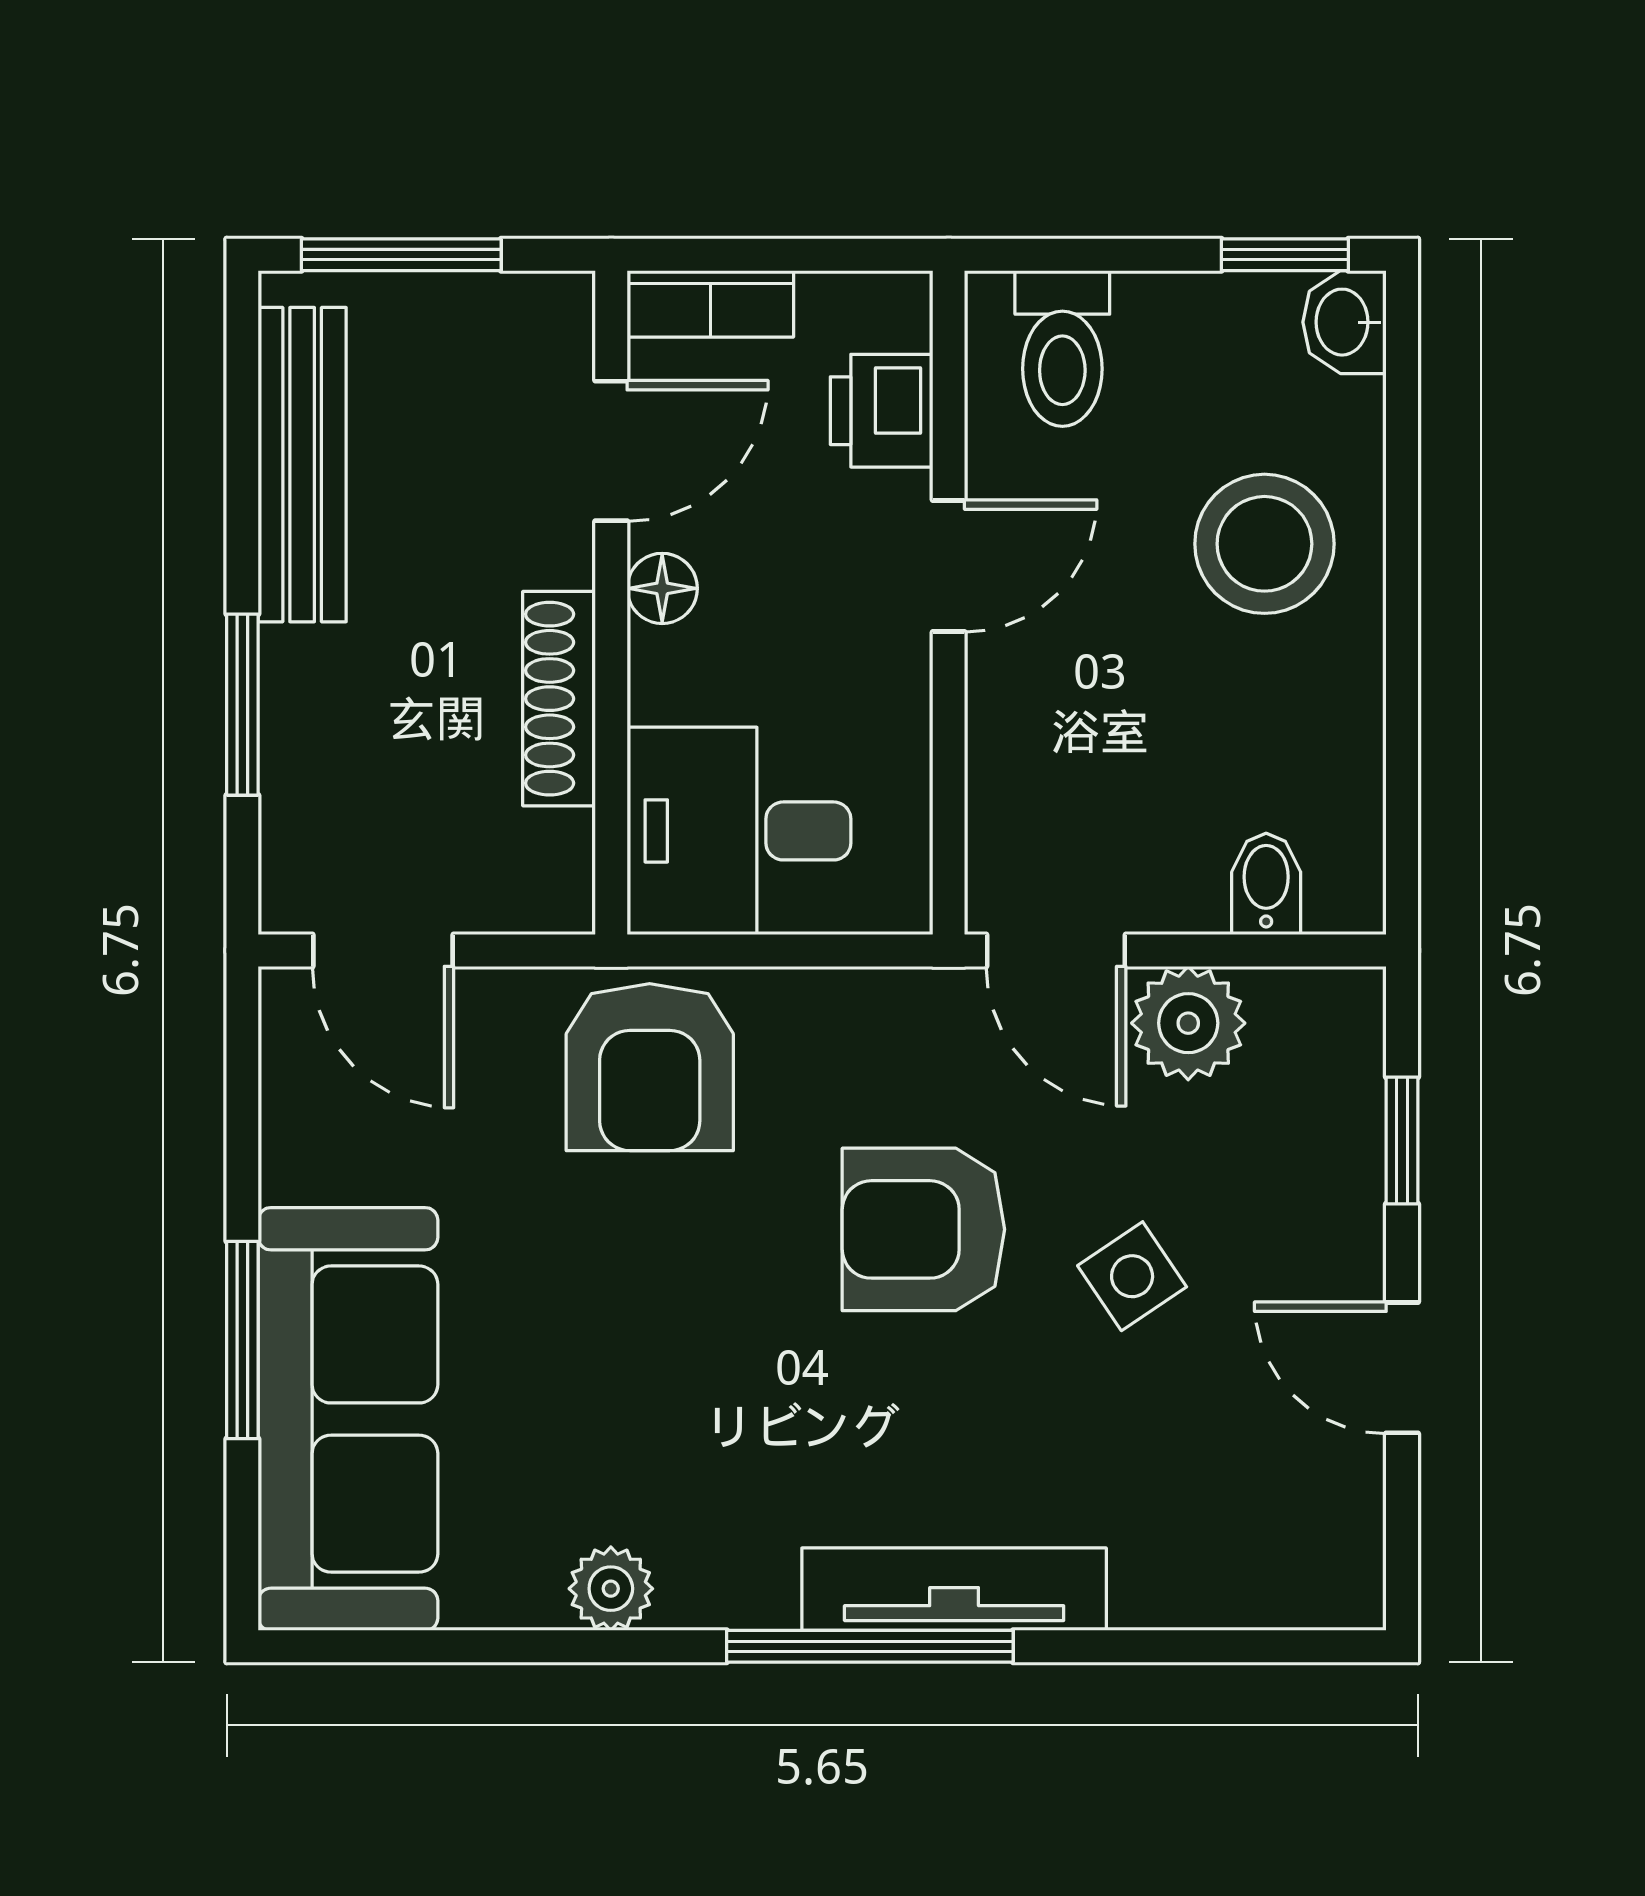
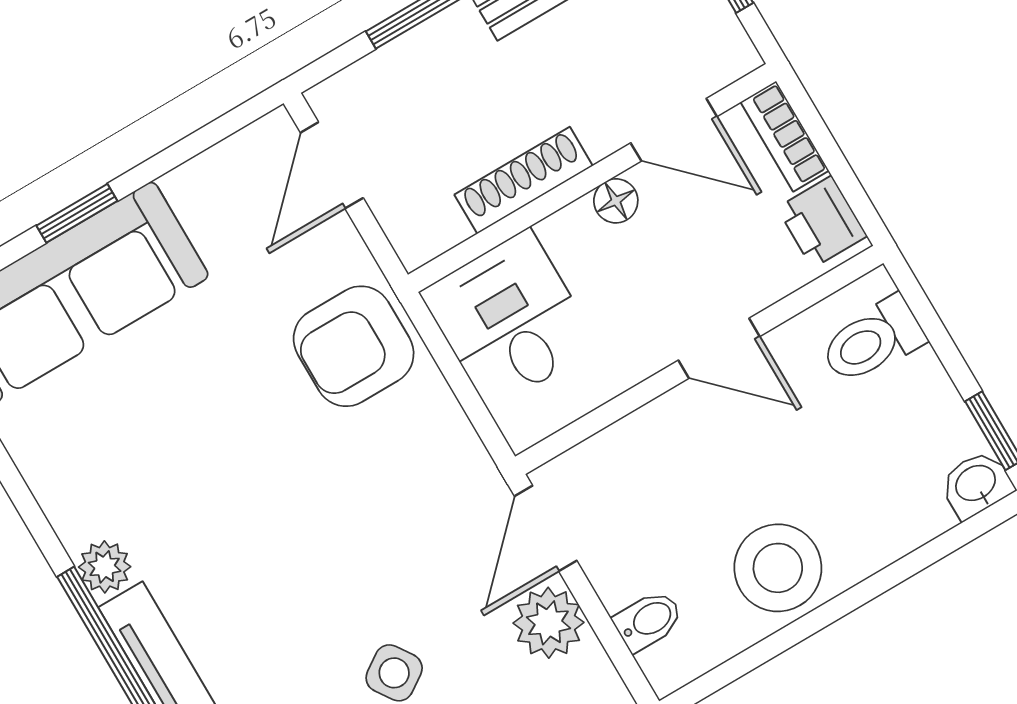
printer: (882, 411) -> (822, 222), moved, turned -90
stool: (1264, 544) -> (778, 568), moved
armchair: (923, 1229) -> (353, 546), removed
window: (242, 1340) -> (77, 213), width x0.67
plant: (611, 1589) -> (105, 567), moved

